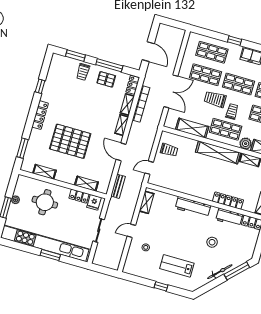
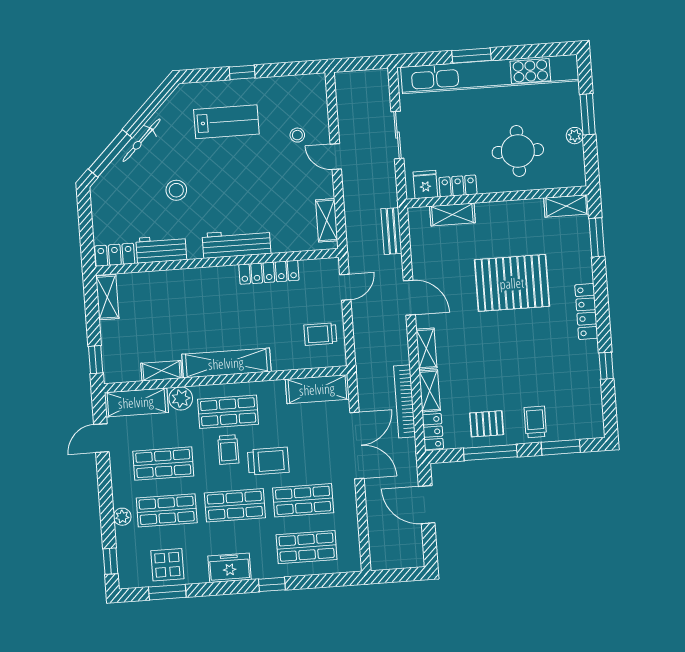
double door: (171, 91) -> (357, 445), swing flipped
shelving: (192, 128) -> (317, 389), moved
shelving: (44, 172) -> (566, 206), moved
locker: (228, 201) -> (269, 272), moved
door: (131, 231) -> (336, 157), swing flipped

